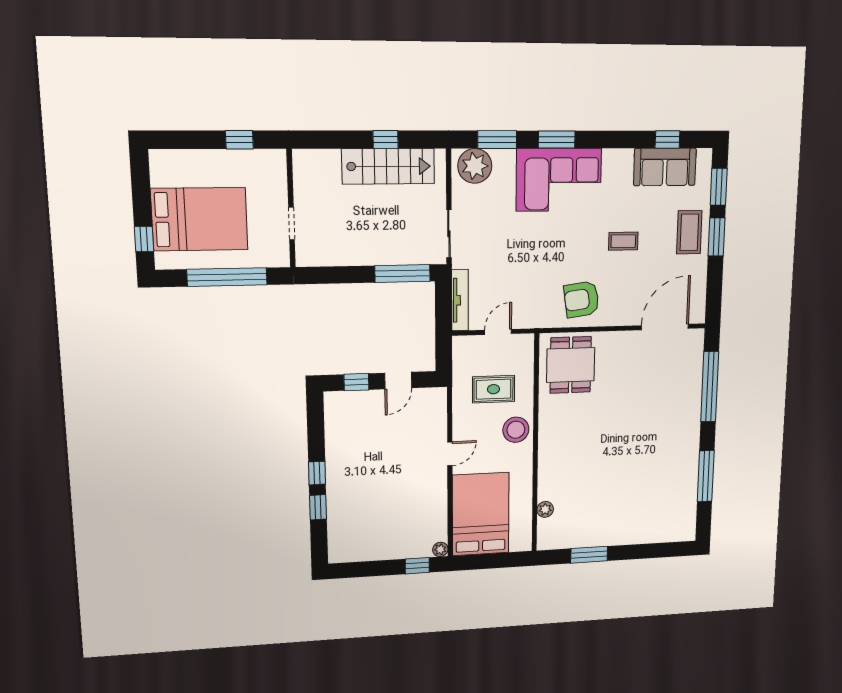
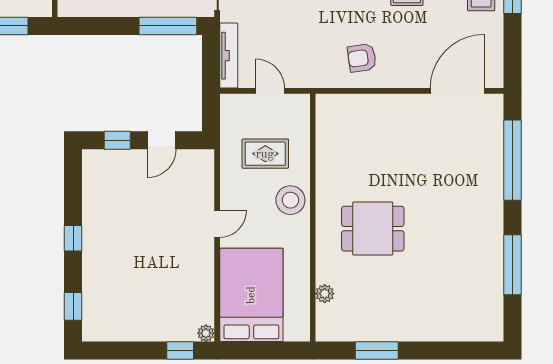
armchair: (582, 299) -> (362, 58), width x0.72, depth x0.72
door: (498, 332) -> (270, 91), hinge flipped
dining table: (571, 365) -> (373, 229), moved, turned 90
window: (318, 507) -> (73, 306), moved

